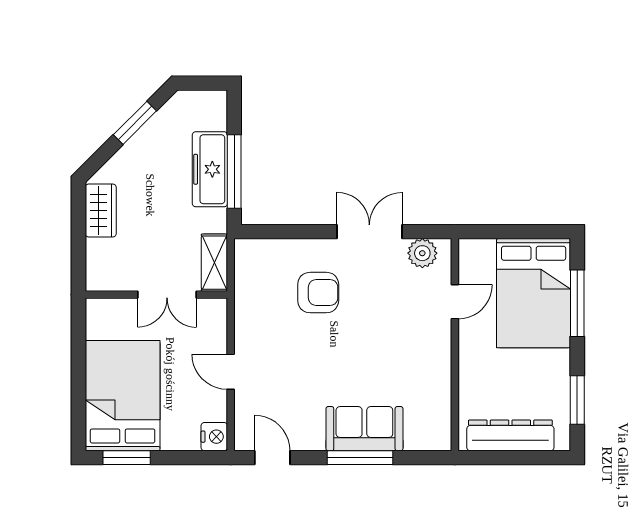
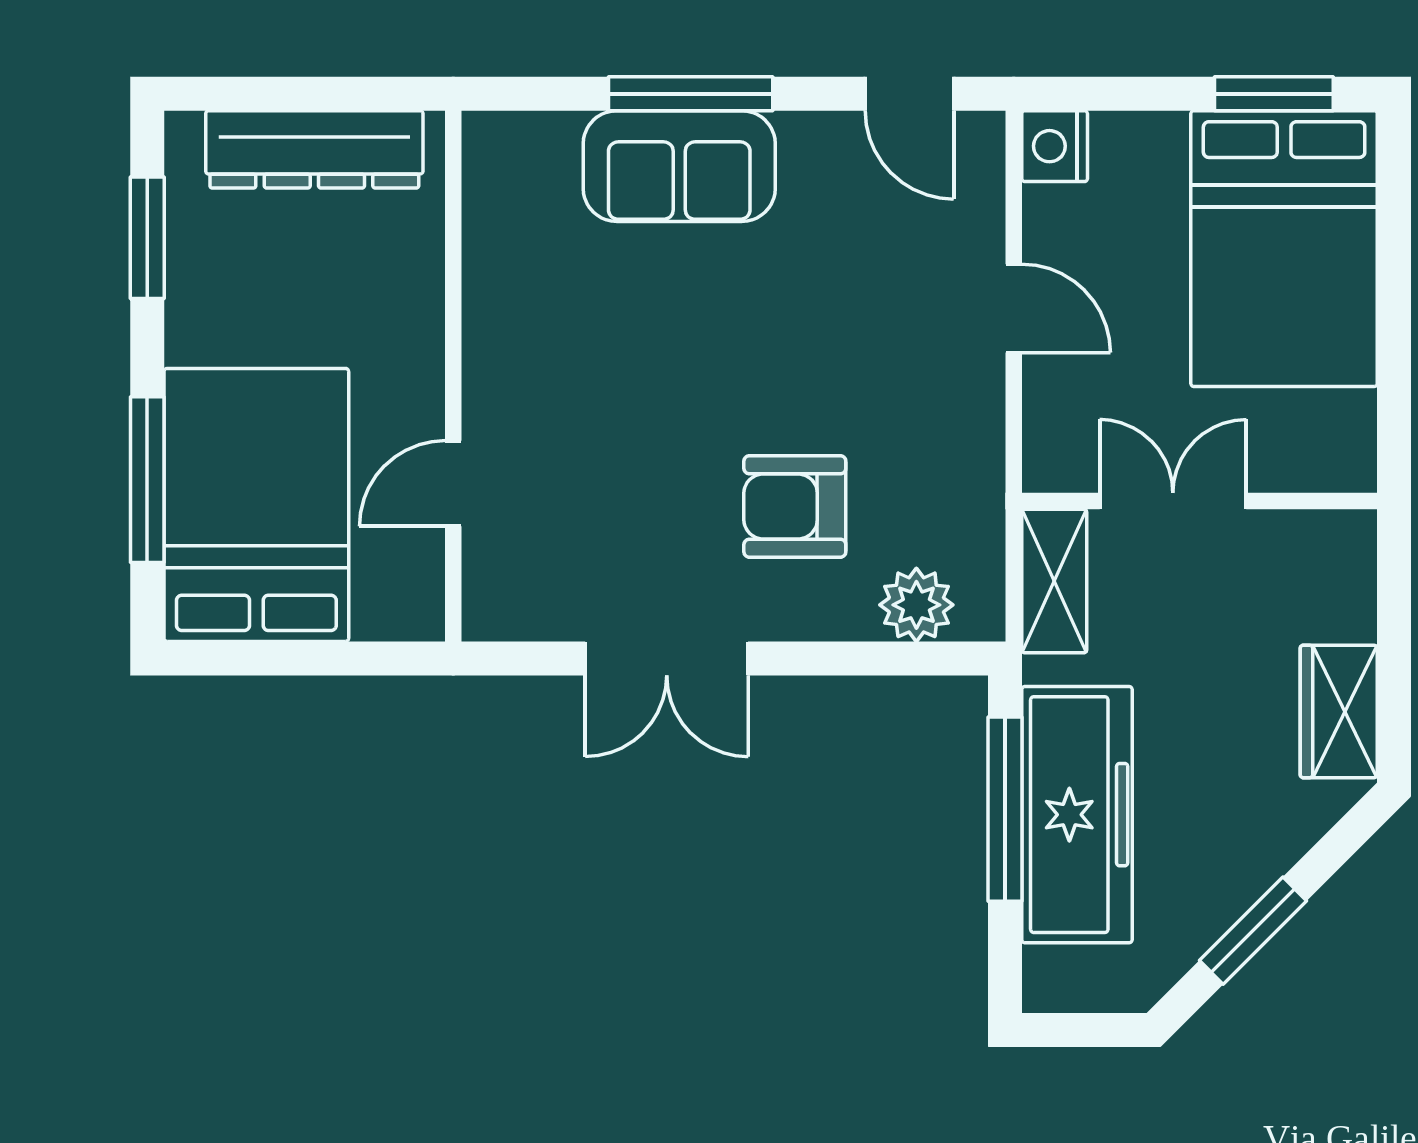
freezer: (210, 169) -> (1077, 815), width x1.36, depth x1.26
plant: (422, 253) -> (916, 605), moved

